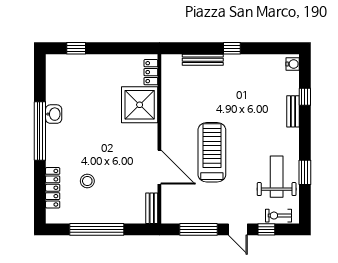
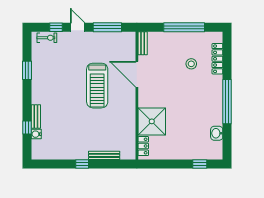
water cooler: (293, 64) -> (36, 134), moved
washbasin: (54, 114) -> (217, 133), moved
weight bench: (277, 177) -> (48, 67), removed

